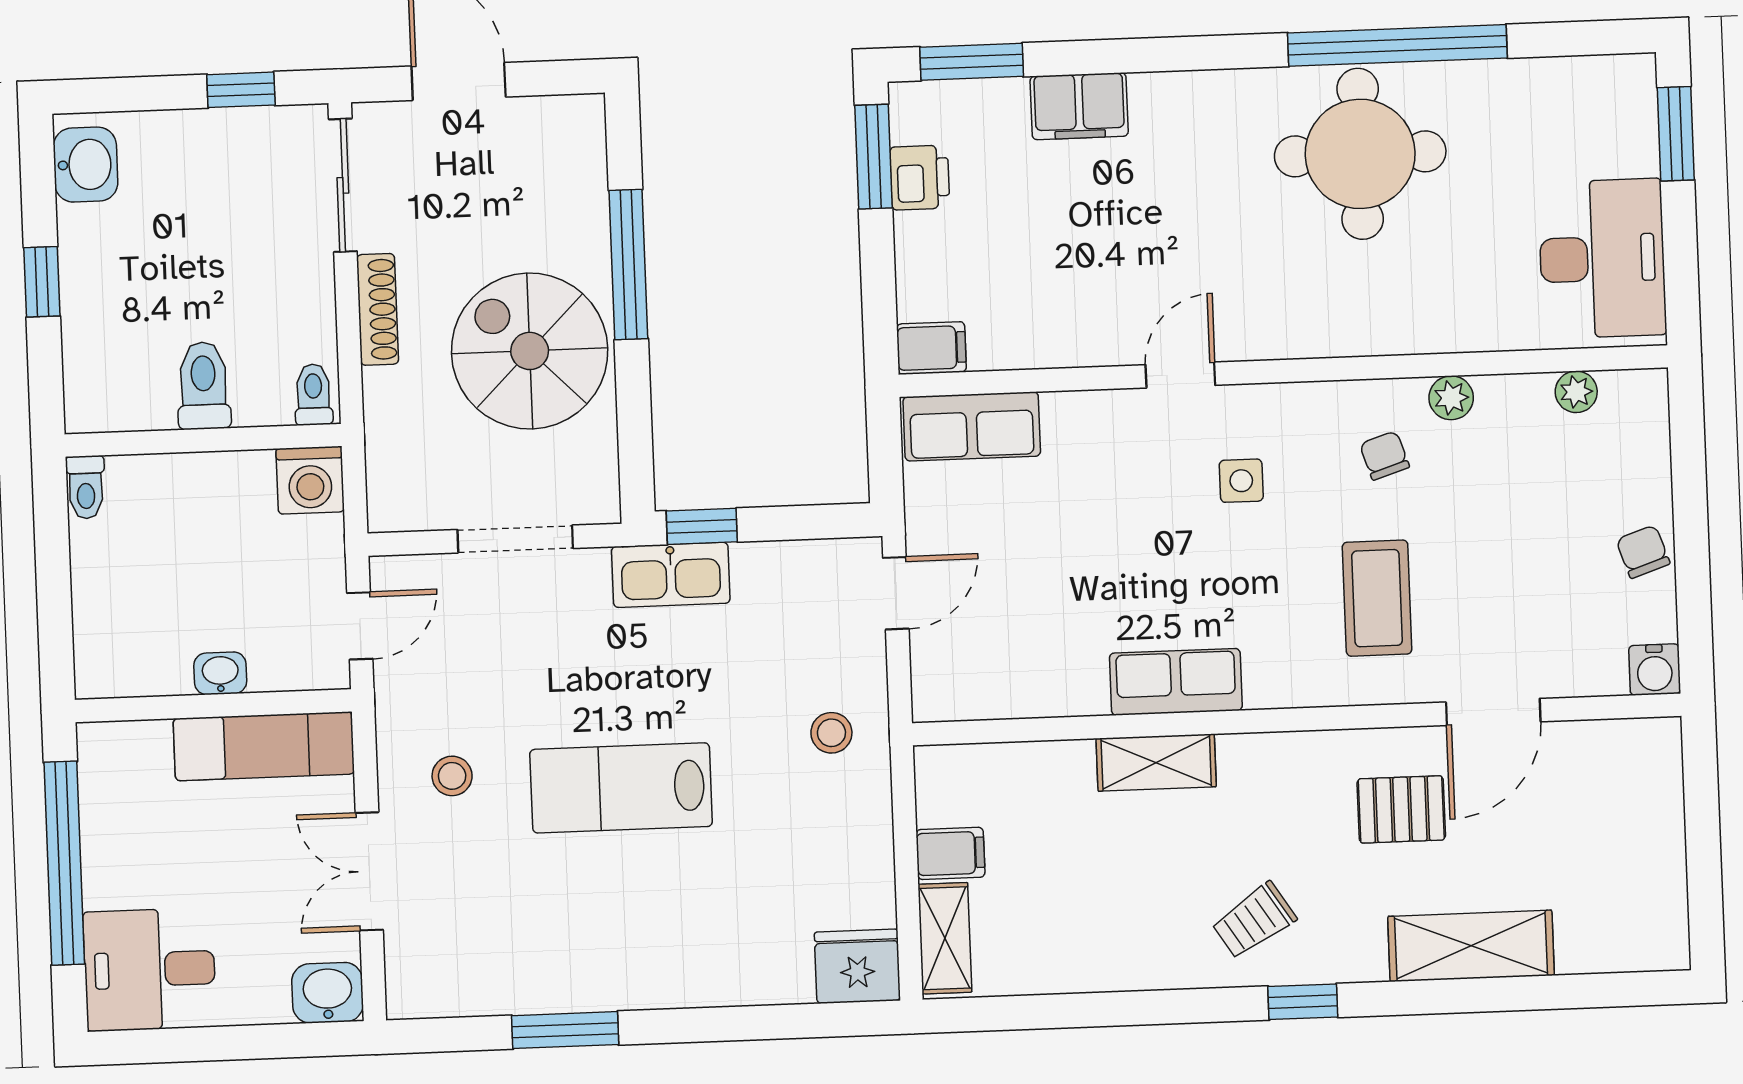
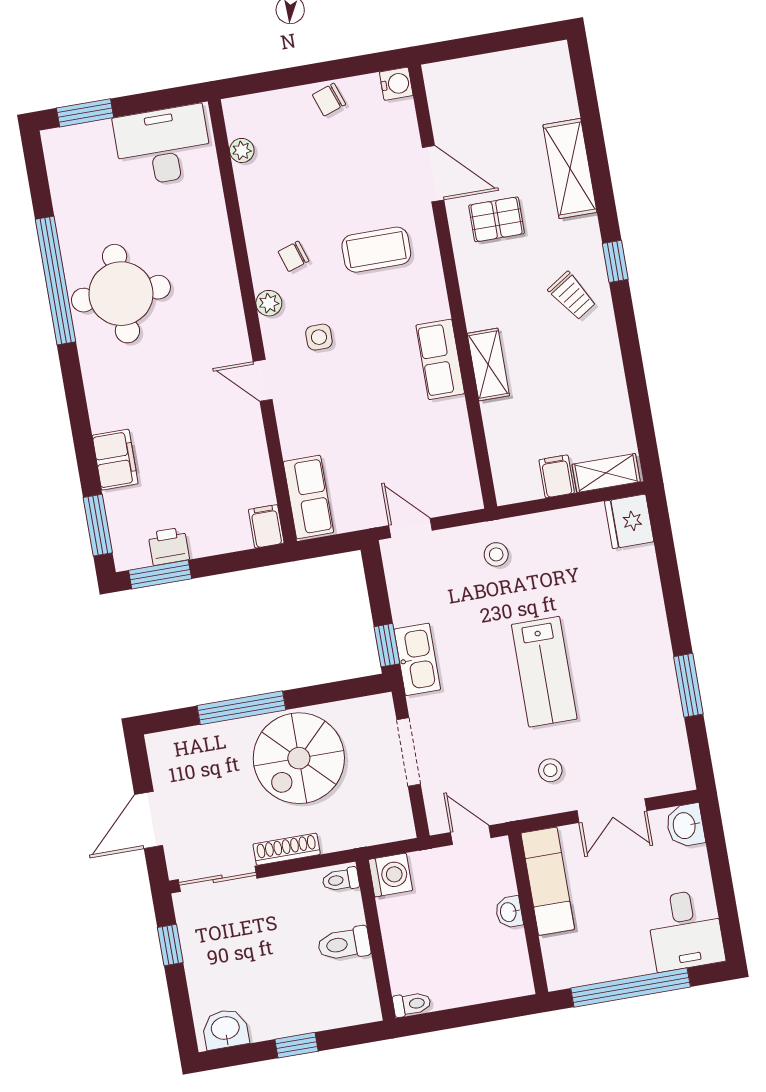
plant: (1451, 398) -> (269, 303), moved
pallet: (1401, 809) -> (497, 219), turned 90

